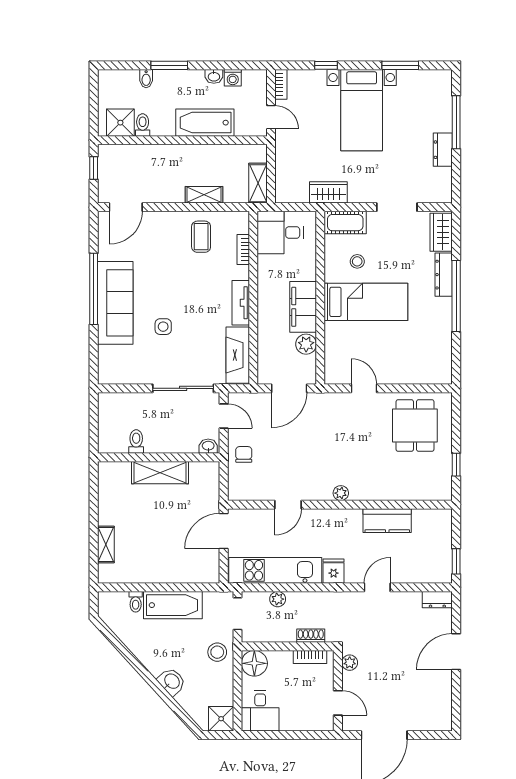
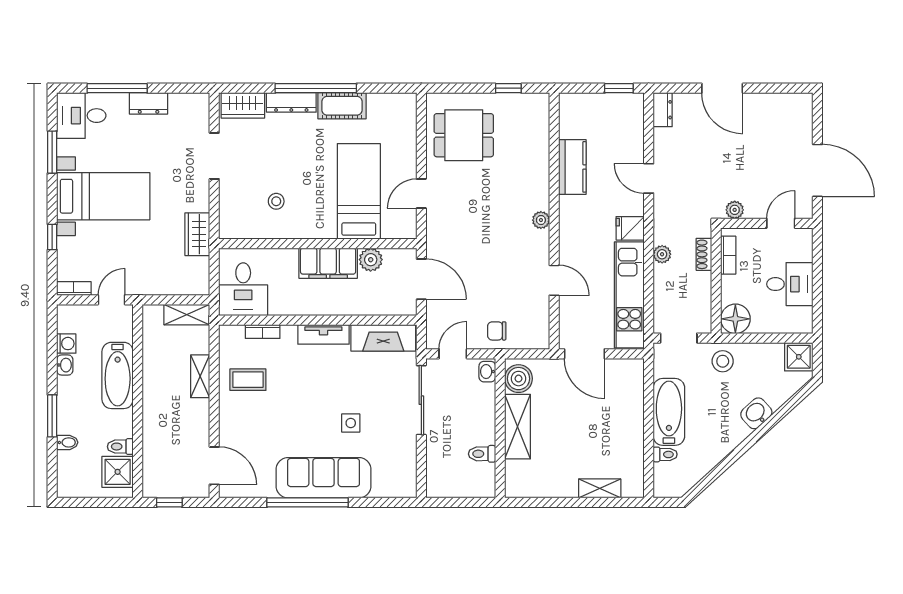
desk: (432, 91) -> (81, 116), added
cot: (345, 223) -> (342, 106), moved, turned 90
bed: (366, 302) -> (359, 191), moved
boiler: (202, 473) -> (519, 379), added
plant: (278, 599) -> (662, 254), moved
desk: (260, 711) -> (790, 284), moved

